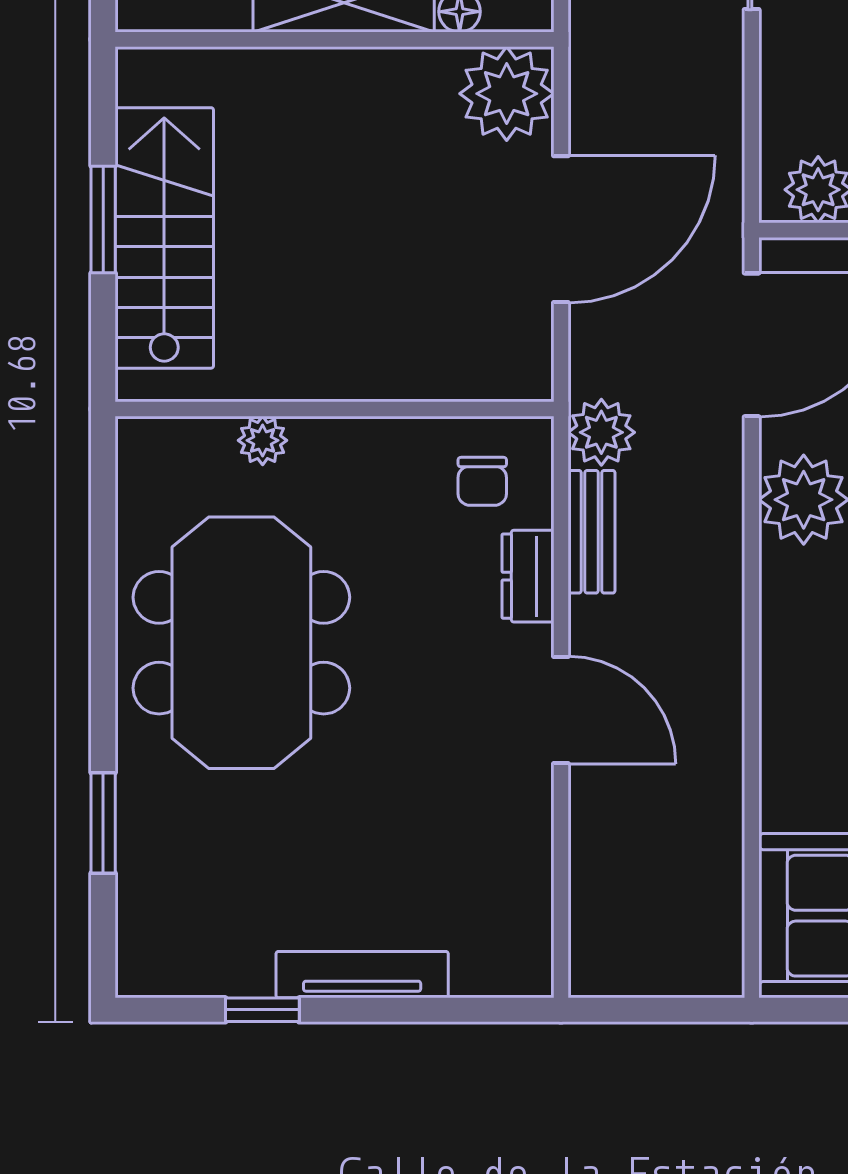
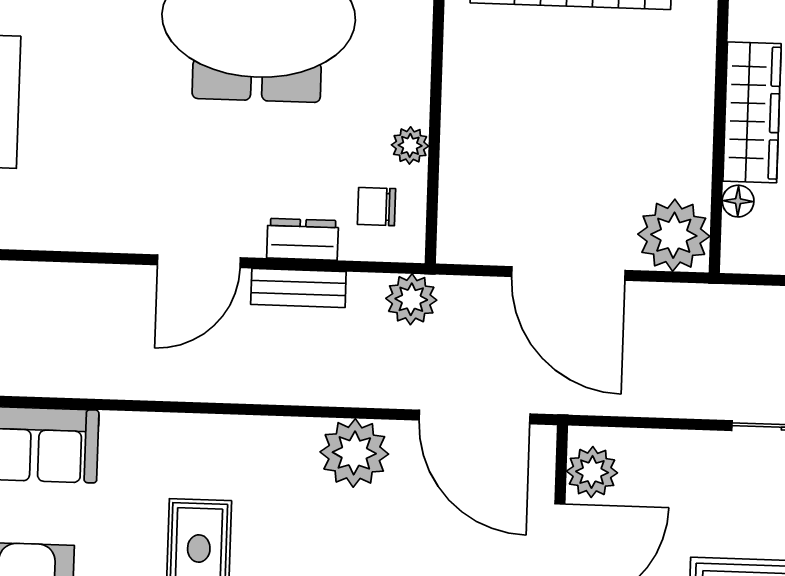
plant: (263, 440) -> (410, 145), moved
bench: (592, 532) -> (298, 288), moved

